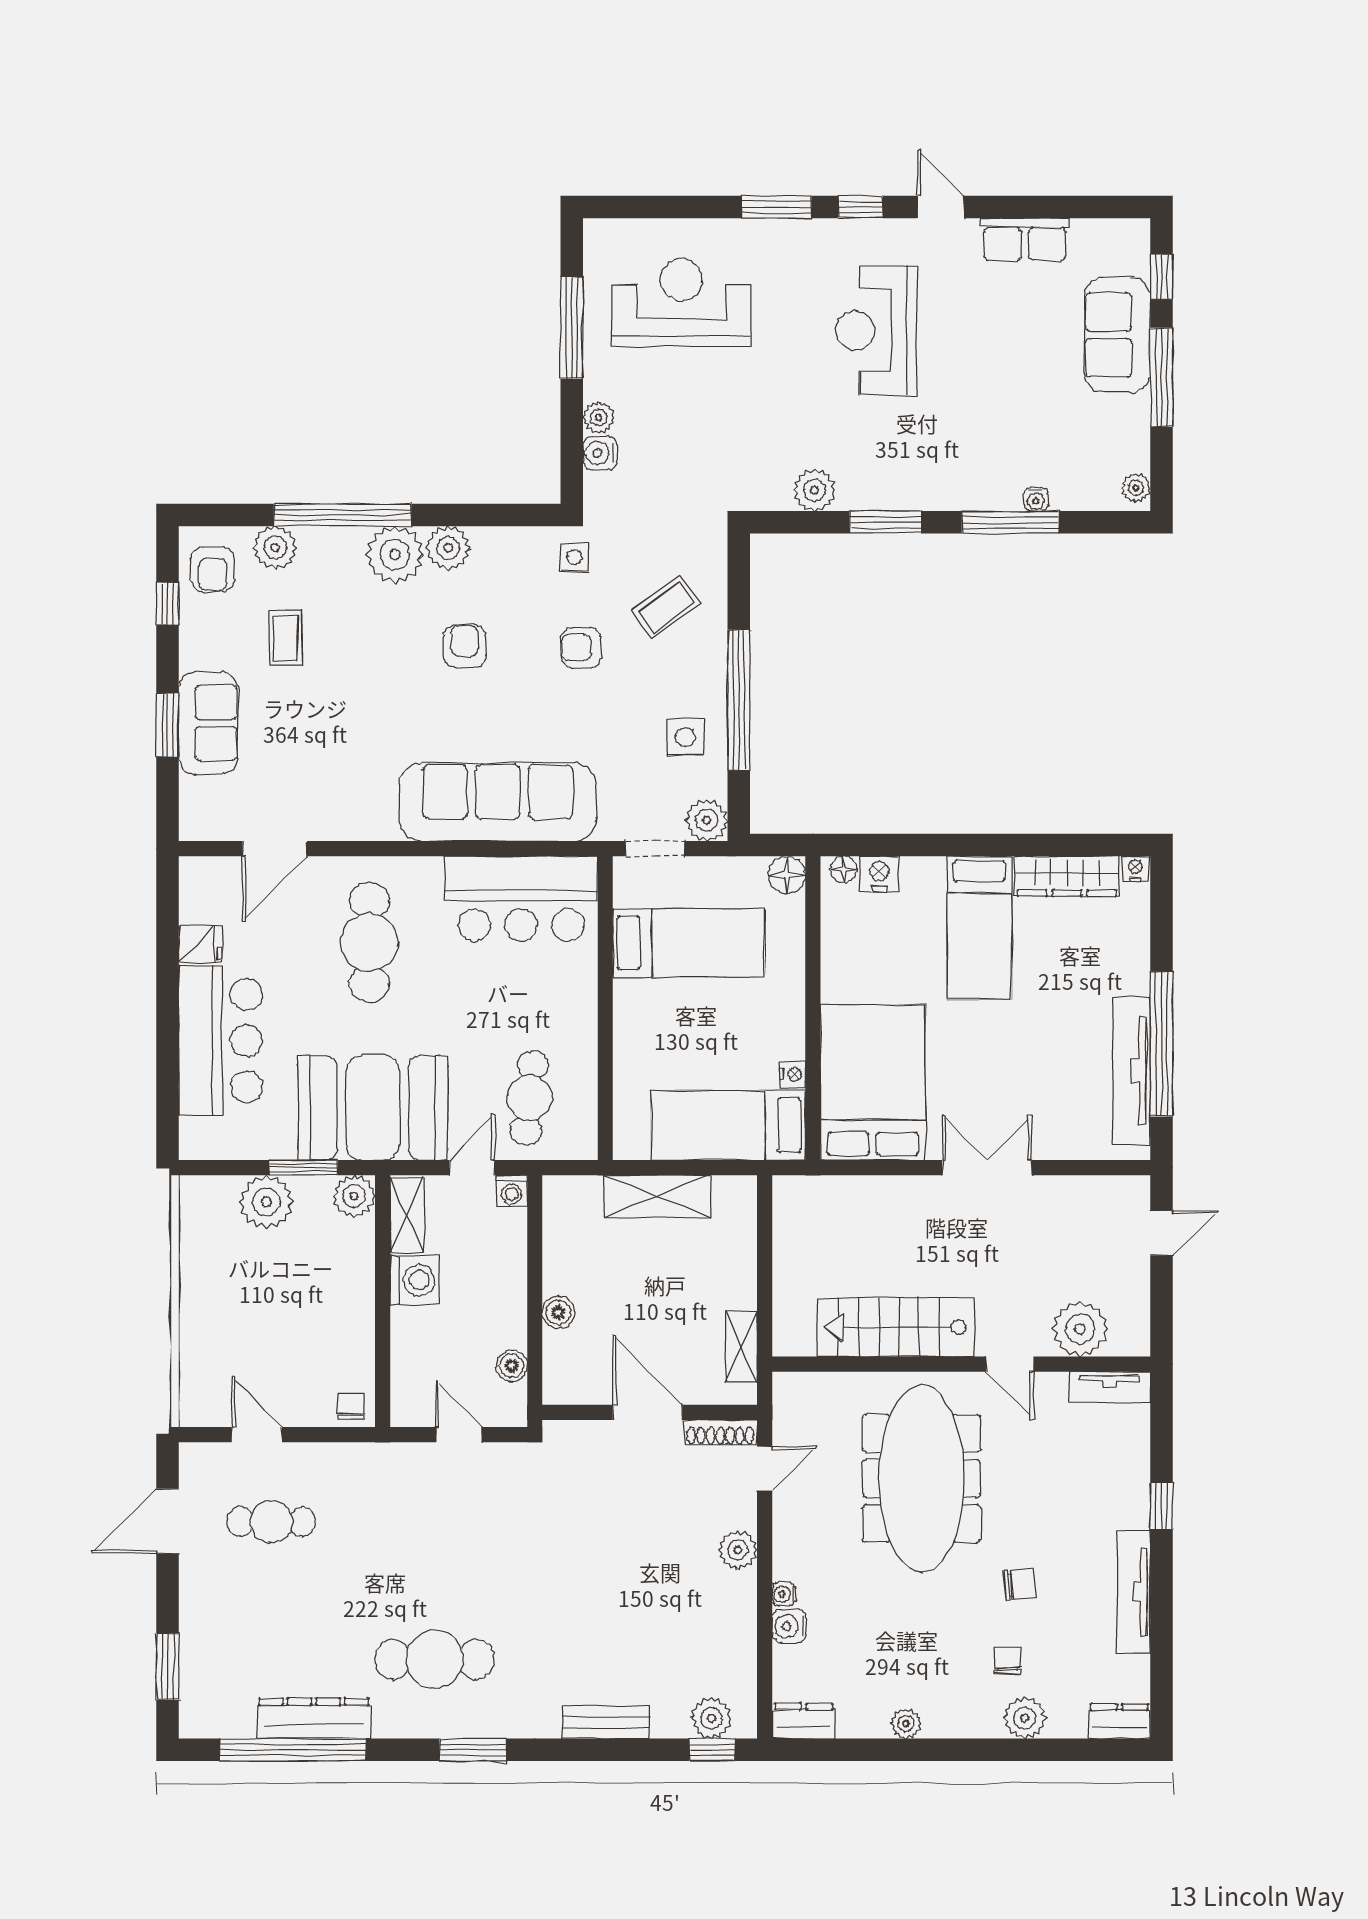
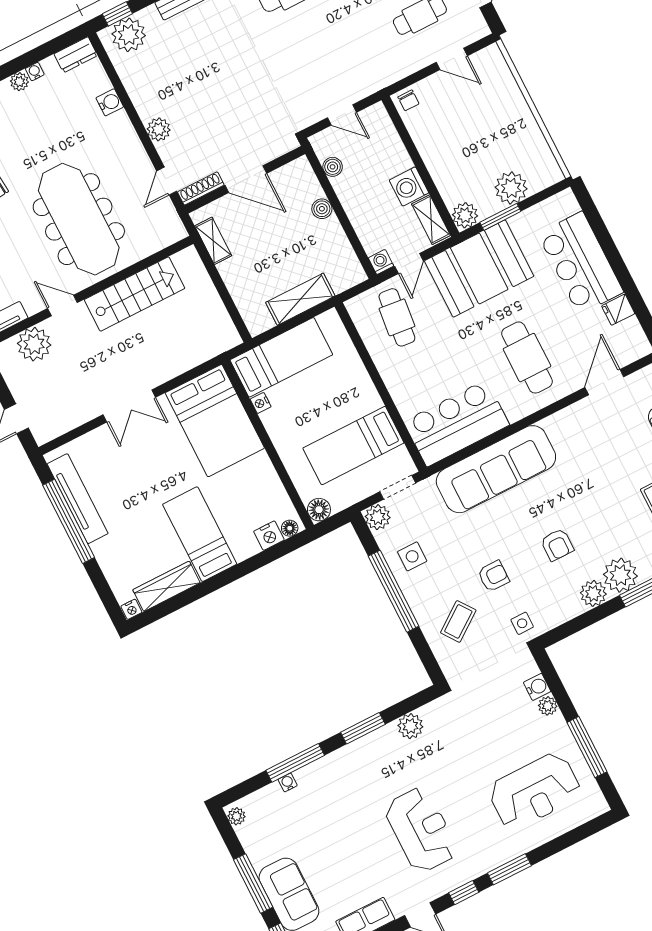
water cooler: (784, 1594) -> (35, 72), moved, turned -90
plant: (711, 1718) -> (129, 35), width x1.36, depth x1.36

